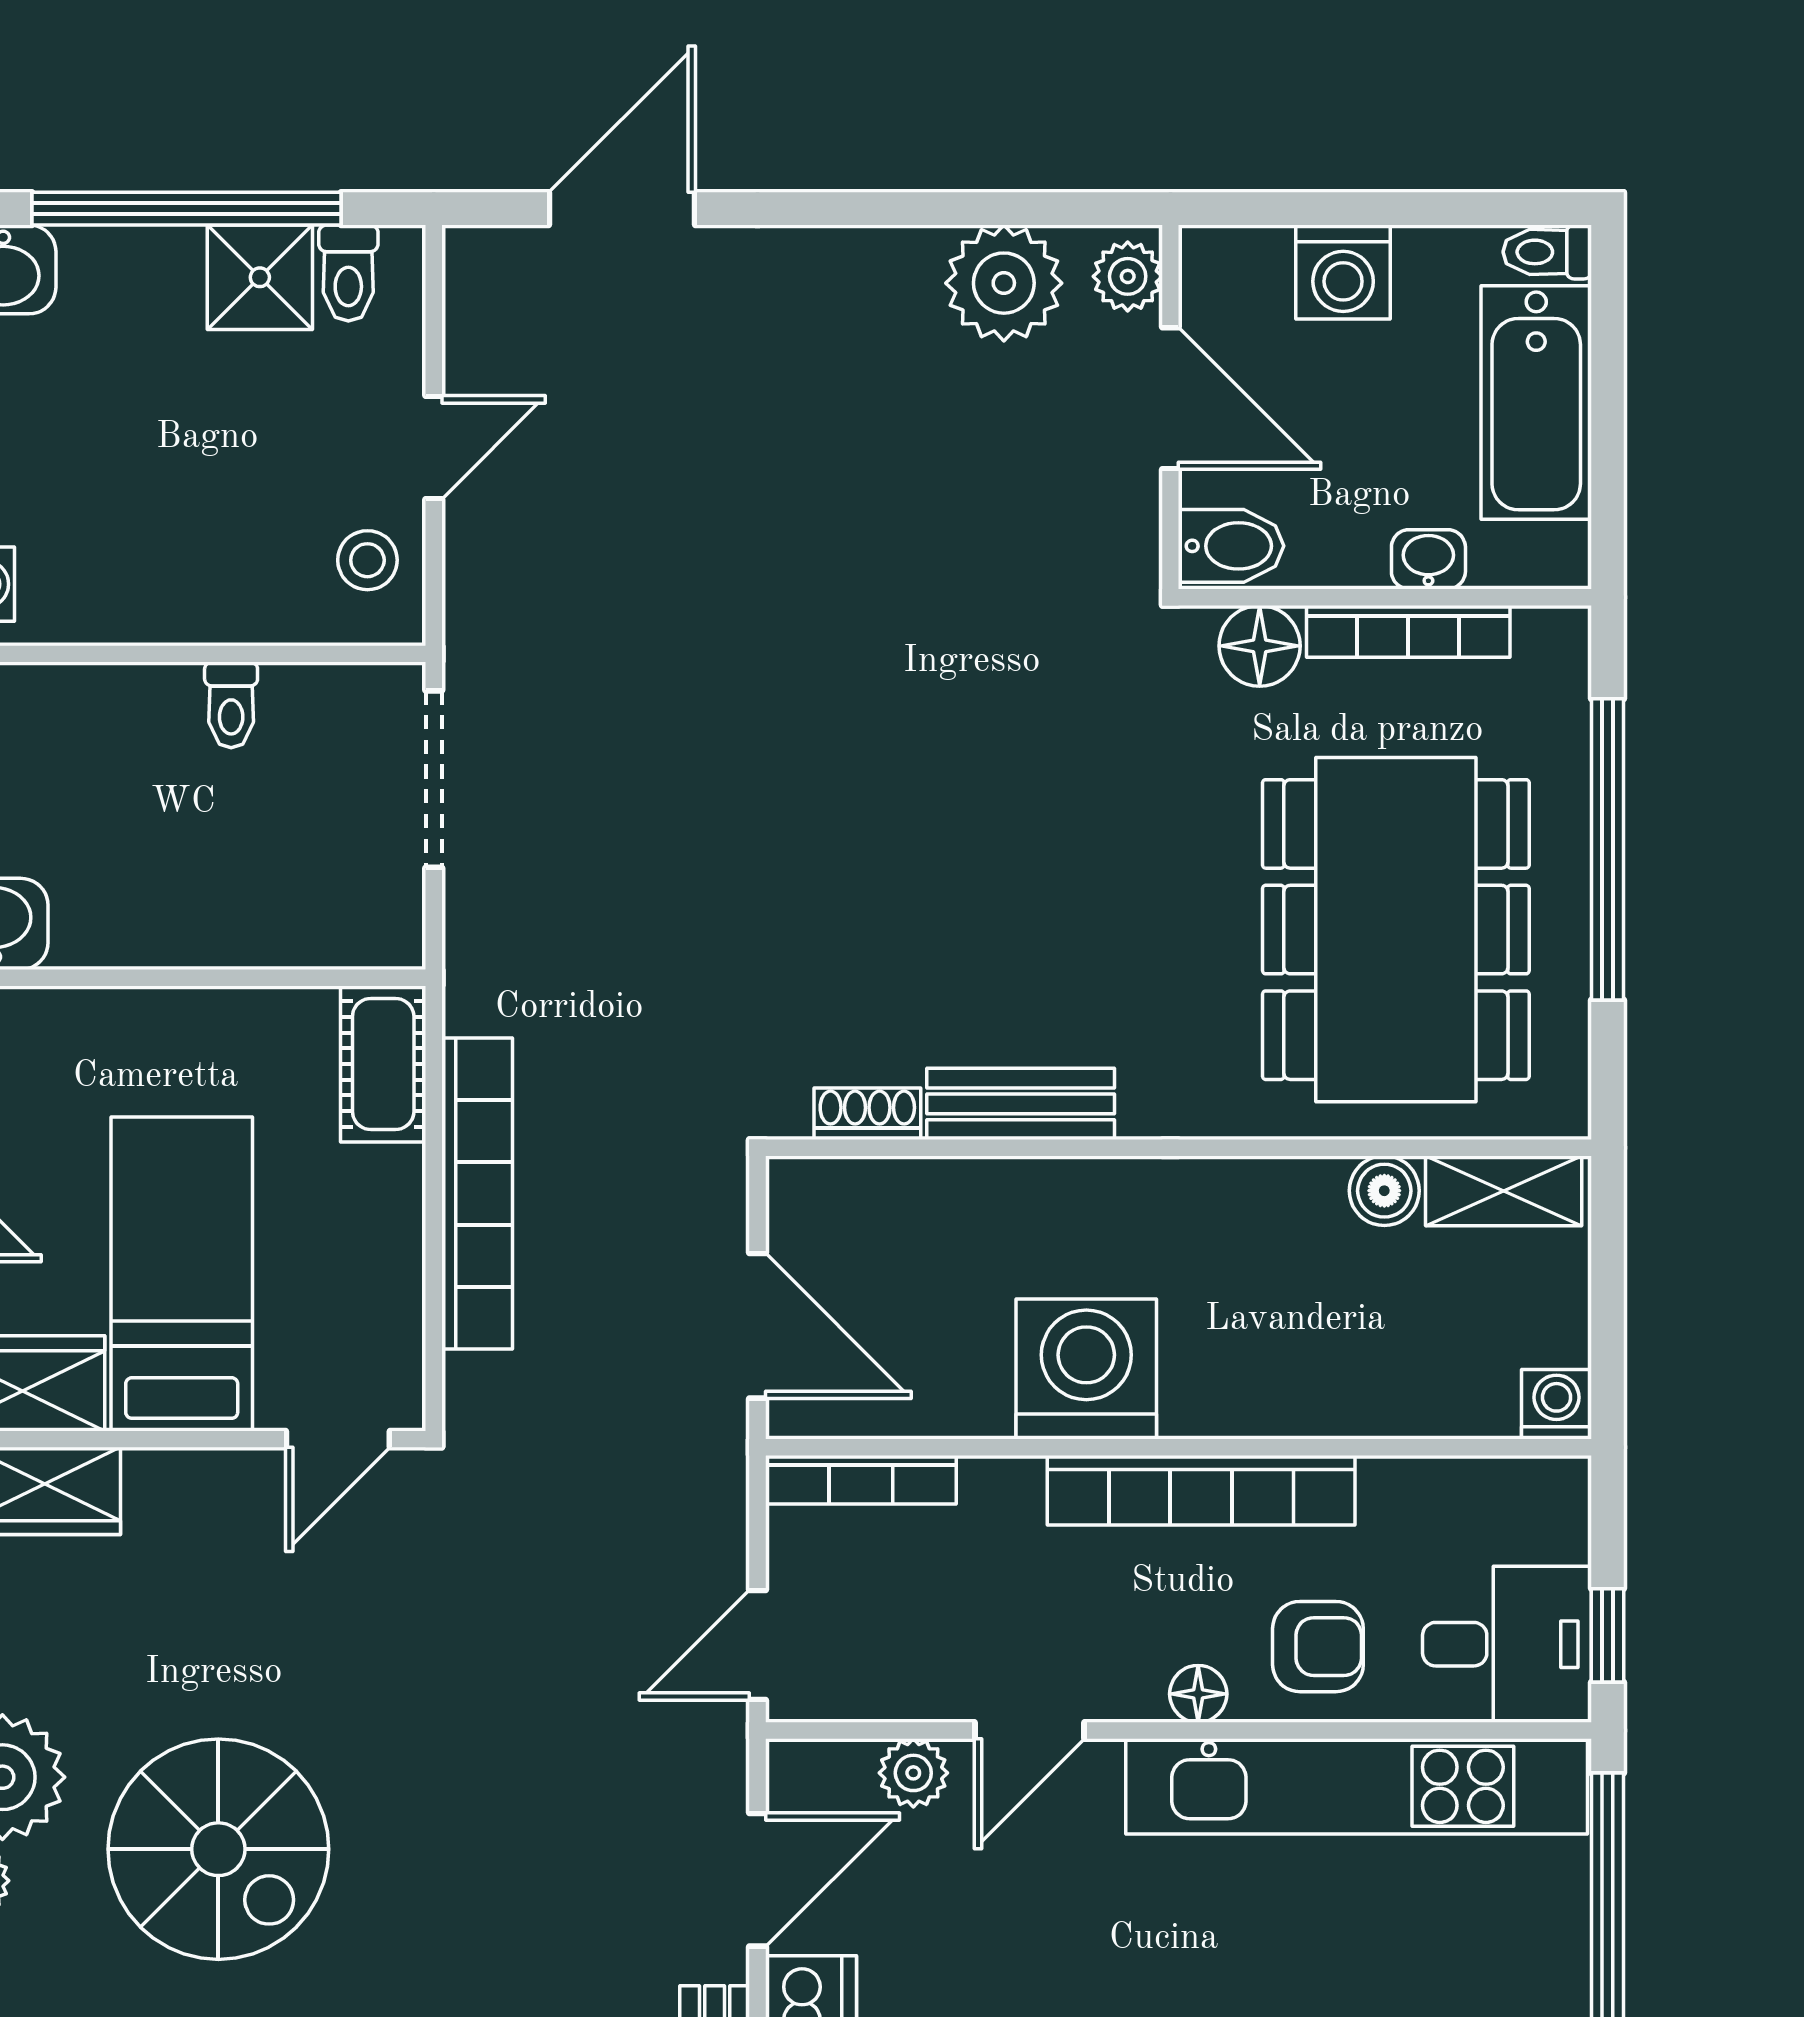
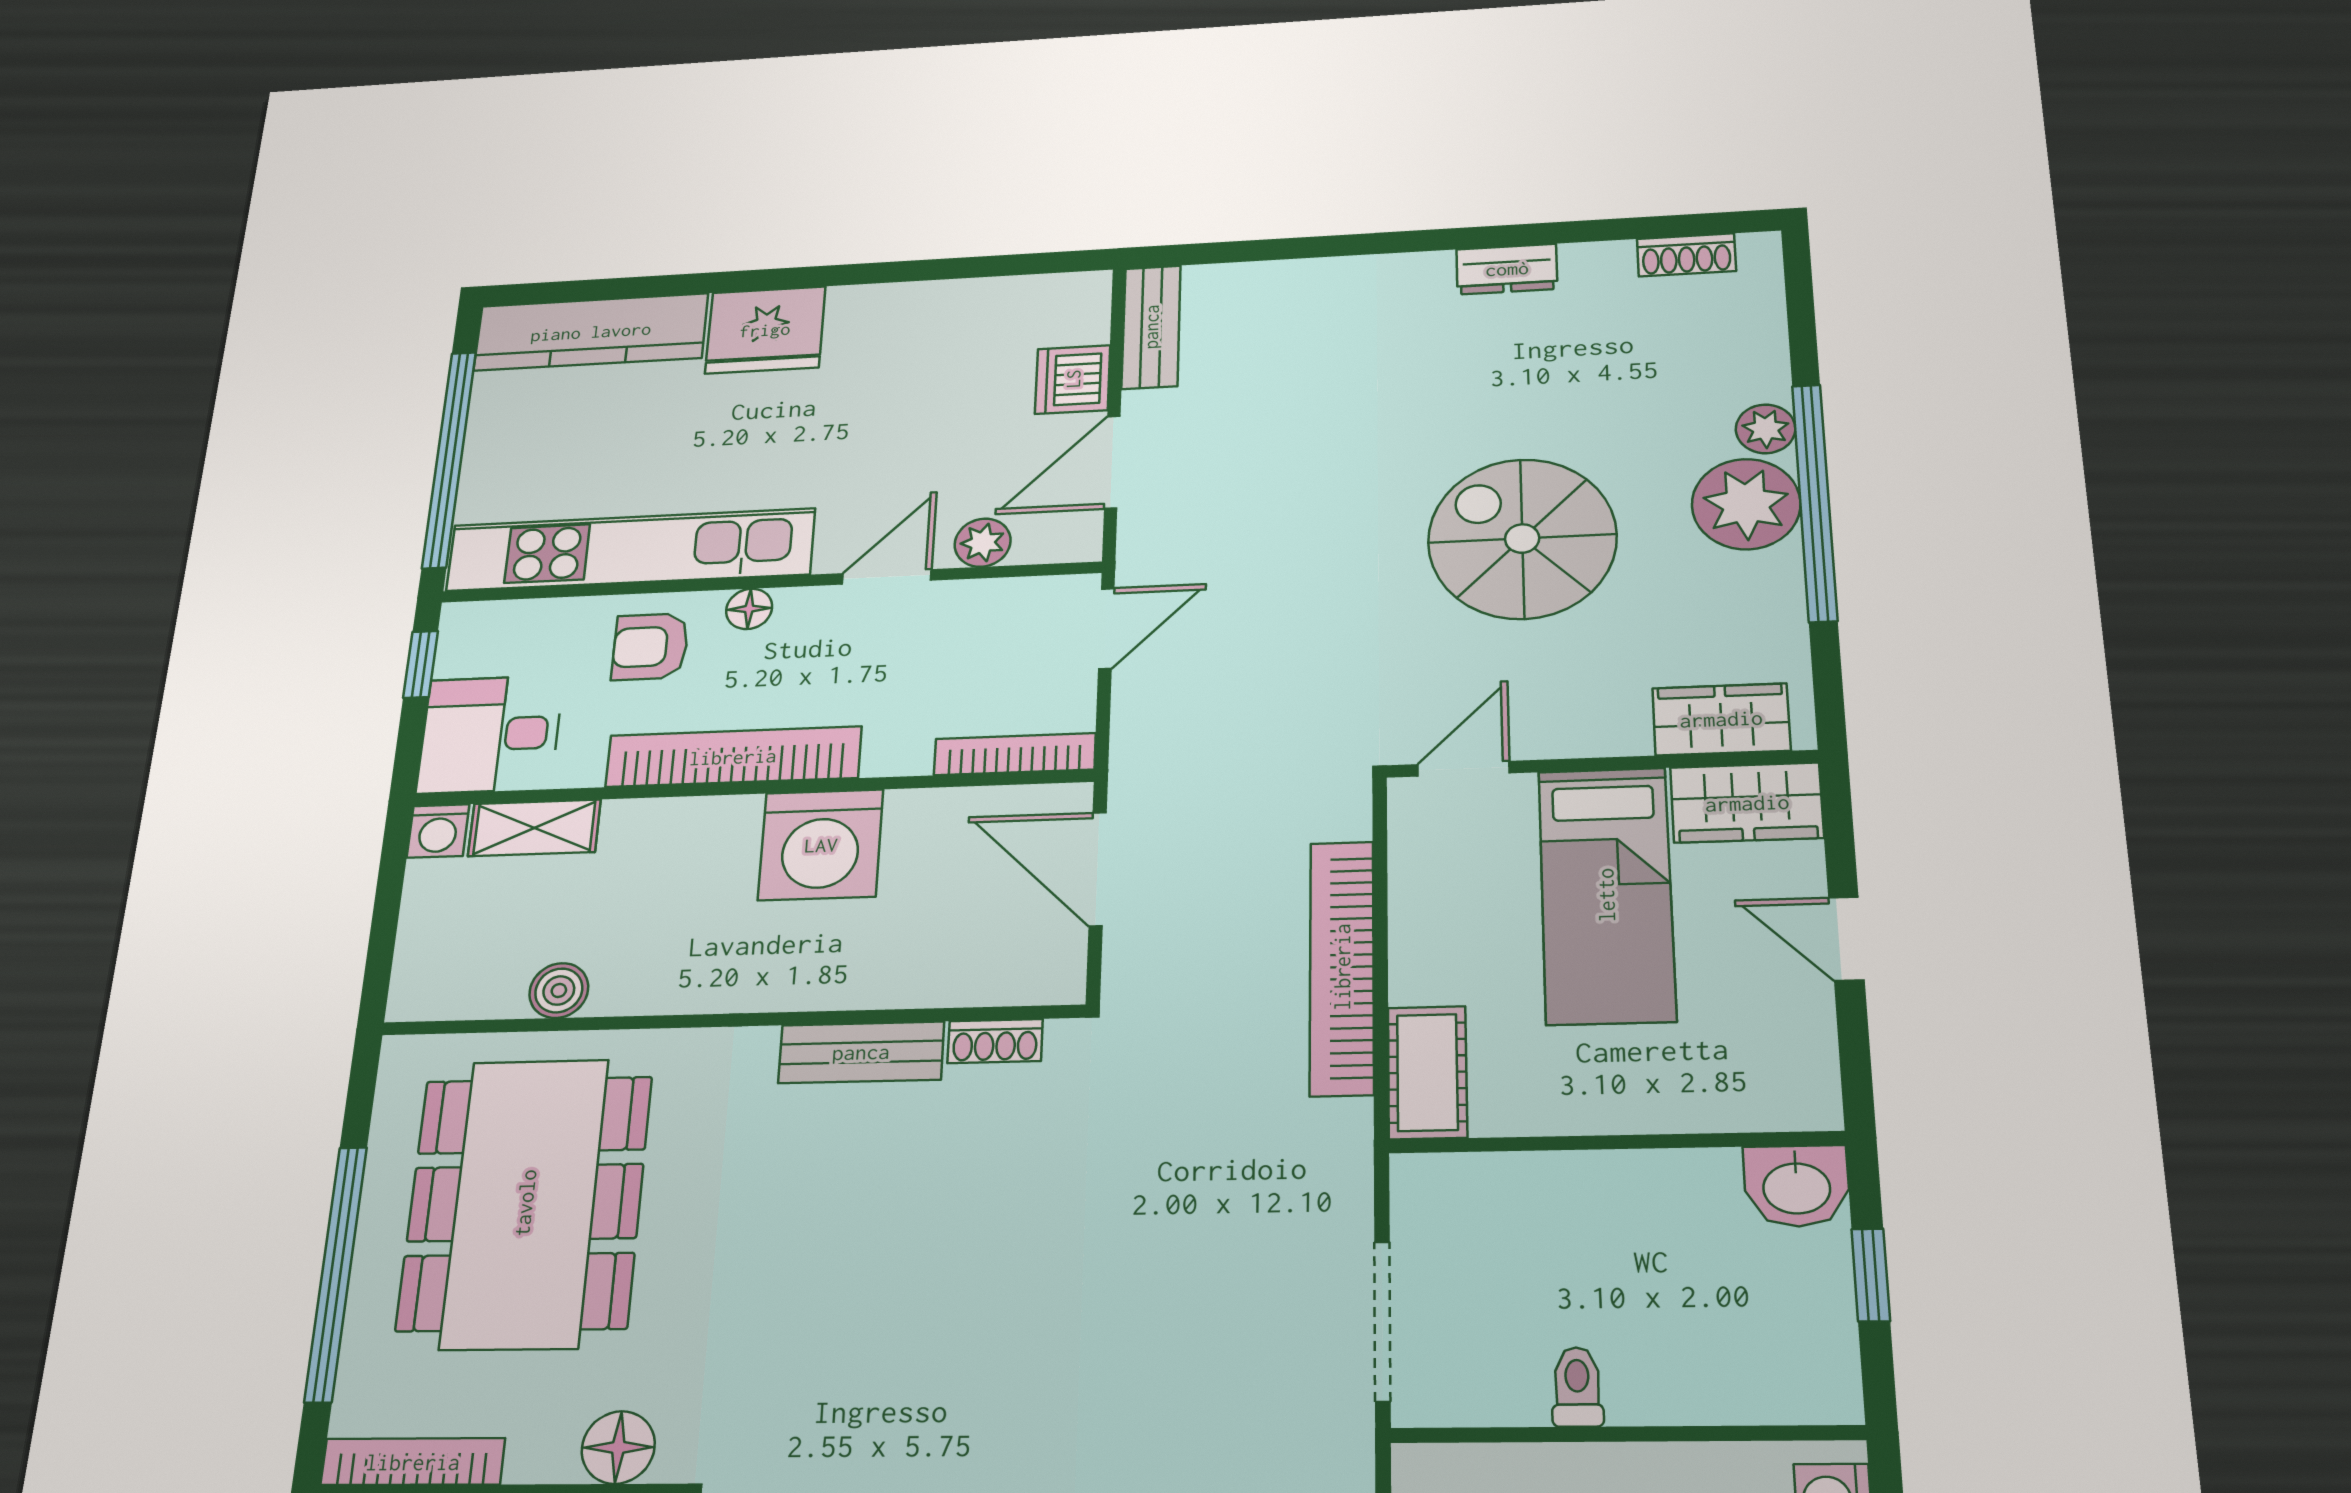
bookcase: (1408, 631) -> (413, 1462), moved
shelving: (1504, 1191) -> (534, 828), moved
desk: (1507, 1644) -> (490, 734), moved
spiral stairs: (218, 1849) -> (1522, 539), moved

